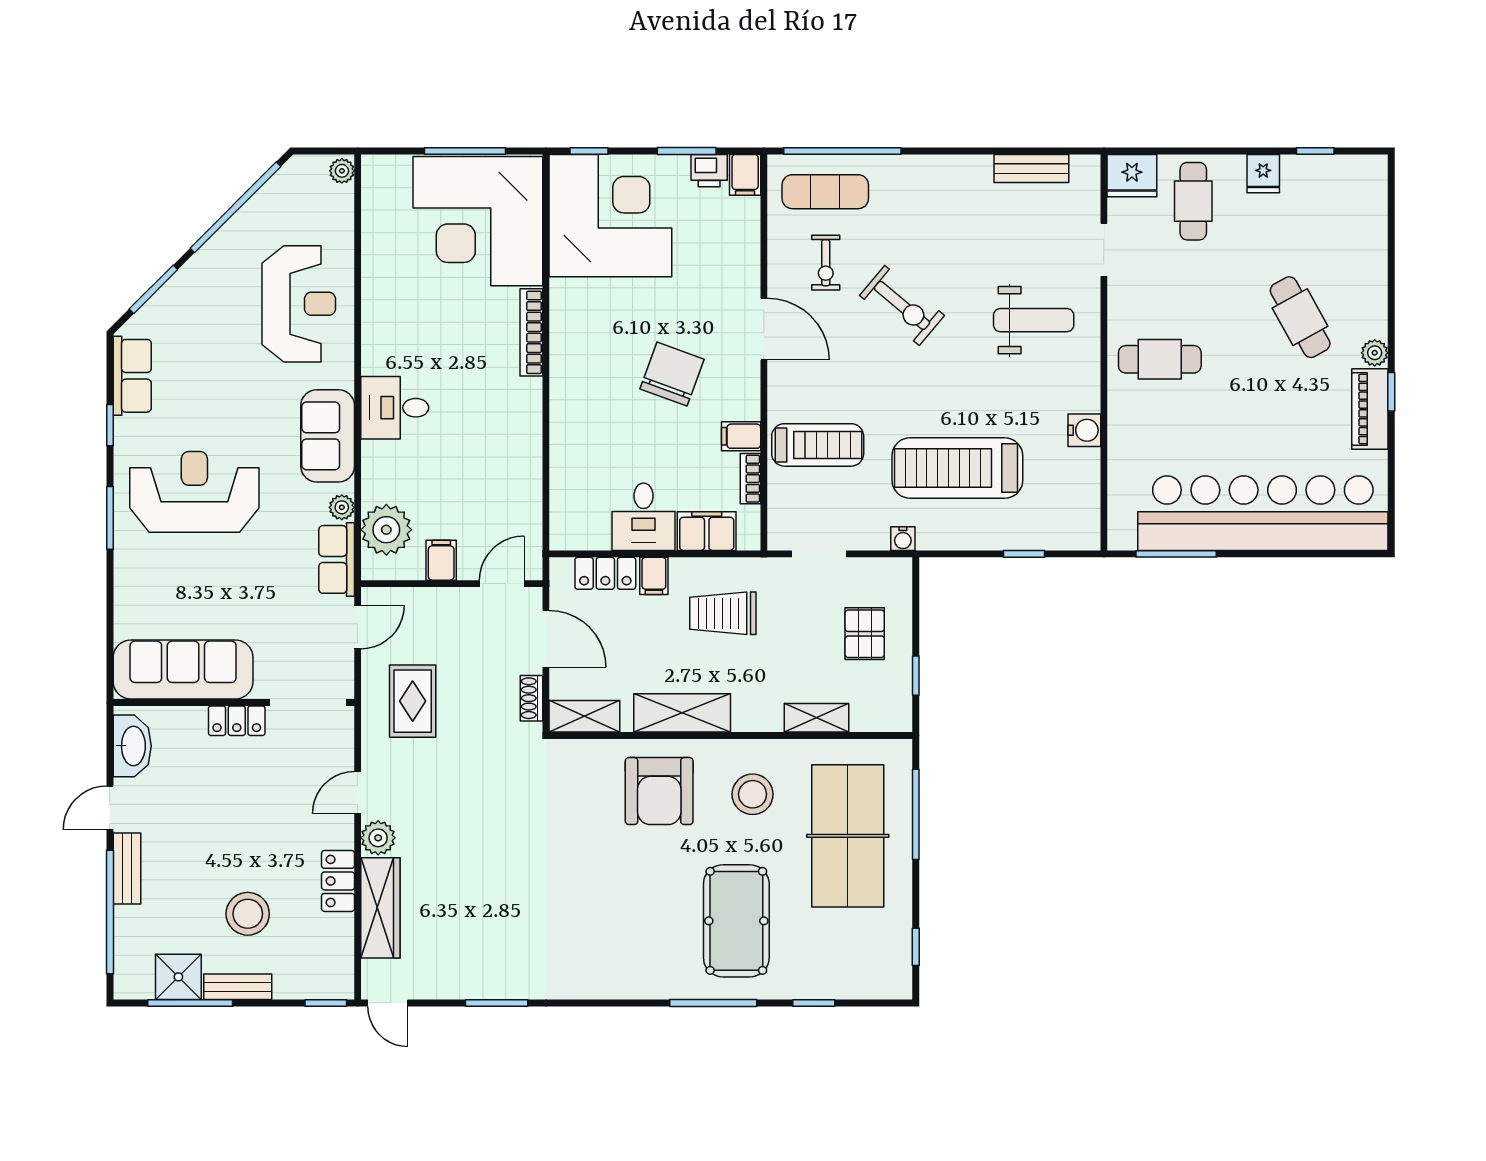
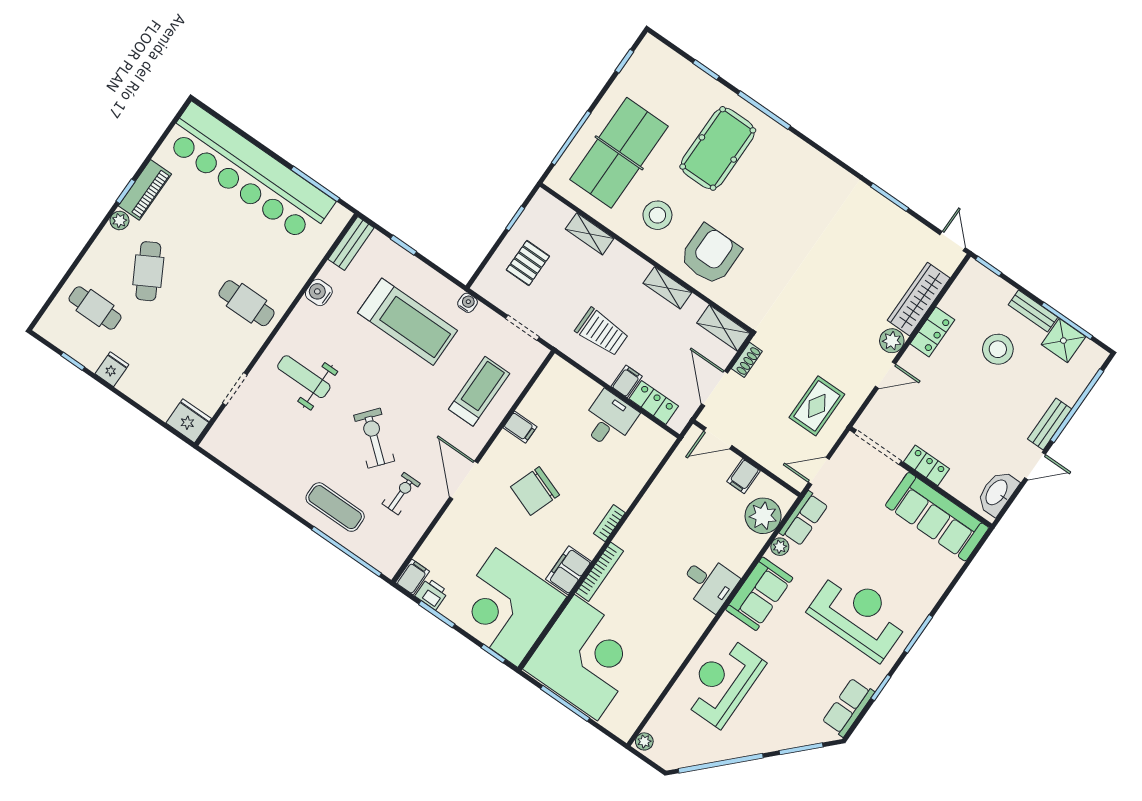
bench: (1031, 168) -> (351, 243), moved, turned 90
exercise mat: (825, 192) -> (335, 507), moved
cafe table: (1193, 201) -> (95, 308), moved, turned 90
treadmill: (818, 445) -> (479, 391), turned 90
bookcase: (750, 479) -> (609, 523), moved, turned 180
reception desk: (194, 492) -> (859, 615), turned 180
filing cabinet: (707, 531) -> (569, 570), moved, turned 90
shelving: (682, 713) -> (667, 288), width x0.67, depth x0.75

